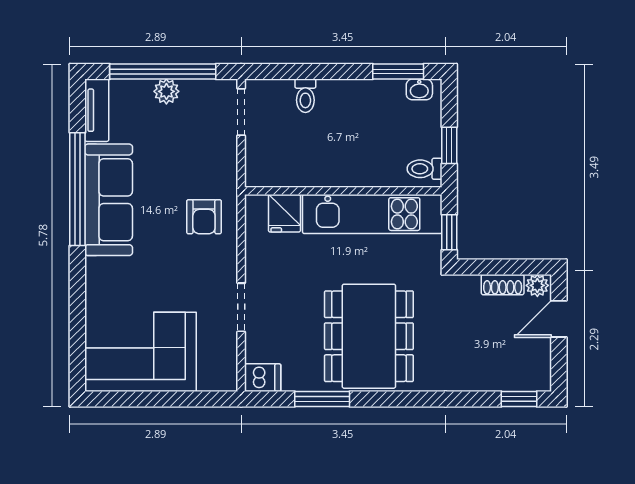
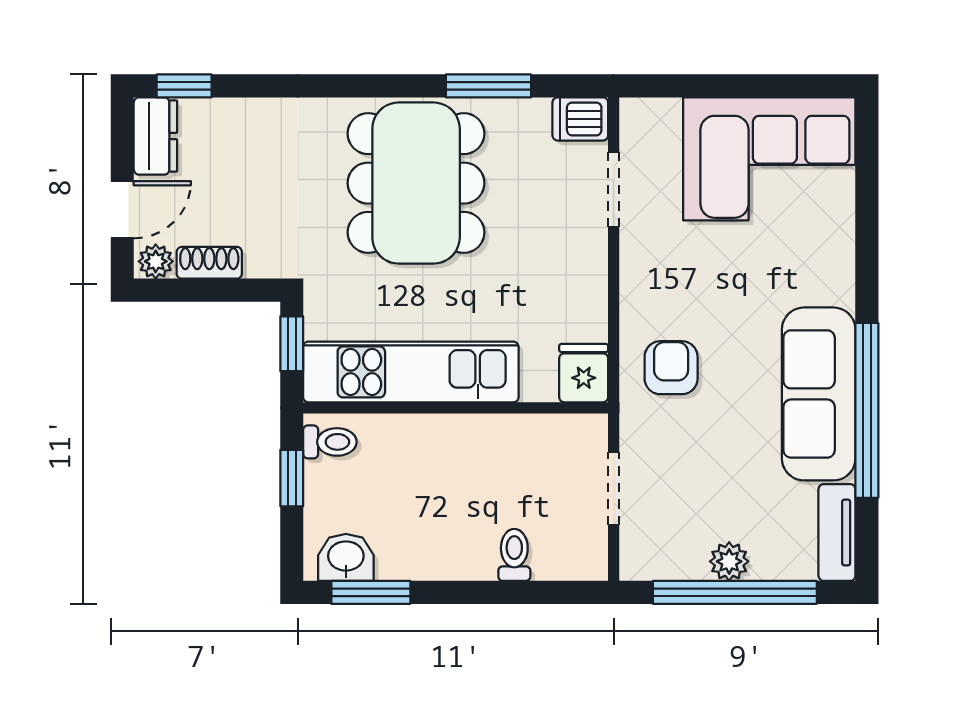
washbasin: (419, 89) -> (346, 557), width x1.38, depth x1.45
doorway: (241, 112) -> (614, 489), moved
fridge: (284, 213) -> (584, 373), moved
doorway: (241, 307) -> (614, 189), moved
dresser: (537, 367) -> (155, 136), added

